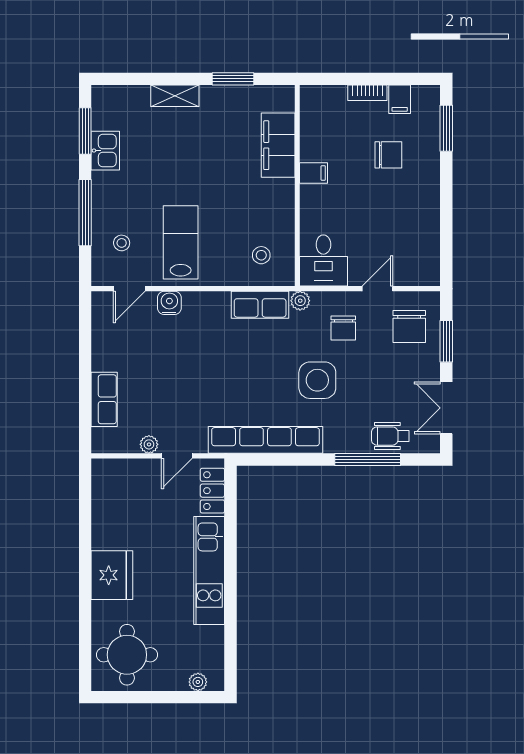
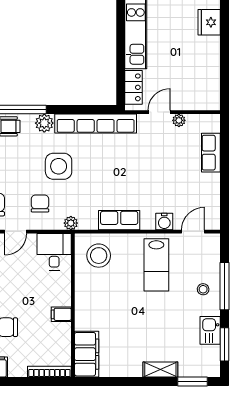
window: (233, 79) -> (193, 382), moved
bookcase: (367, 93) -> (49, 372), moved, width x1.56
filing cabinet: (278, 145) -> (87, 354), moved
stool: (122, 243) -> (203, 289), moved
stool: (261, 255) -> (99, 256), width x1.89, depth x1.89
row of seats: (260, 305) -> (119, 220), moved
plant: (337, 441) -> (44, 123), added
fridge: (112, 575) -> (209, 22), width x0.73, depth x0.75

